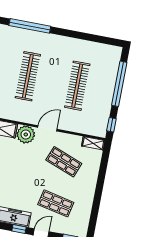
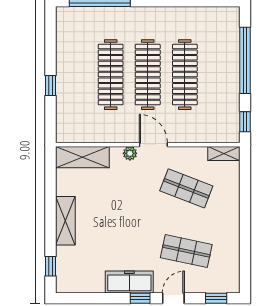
clothes rail: (53, 81) -> (148, 75), added
door: (47, 128) -> (153, 145), hinge flipped
plant: (26, 134) -> (130, 153), width x0.53, depth x0.53

